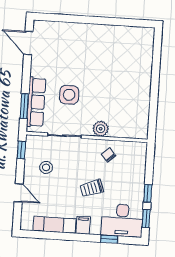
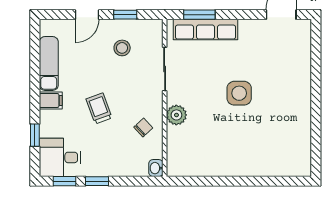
side table: (69, 95) -> (239, 93), moved
washbasin: (141, 147) -> (156, 168), added
window: (21, 150) -> (125, 15), moved
desk: (122, 220) -> (60, 157), width x0.73

